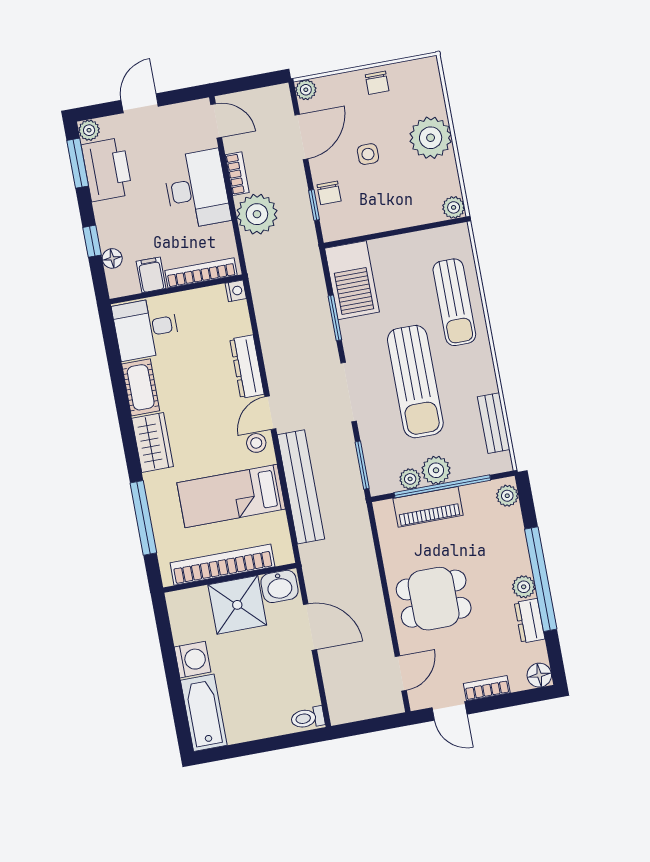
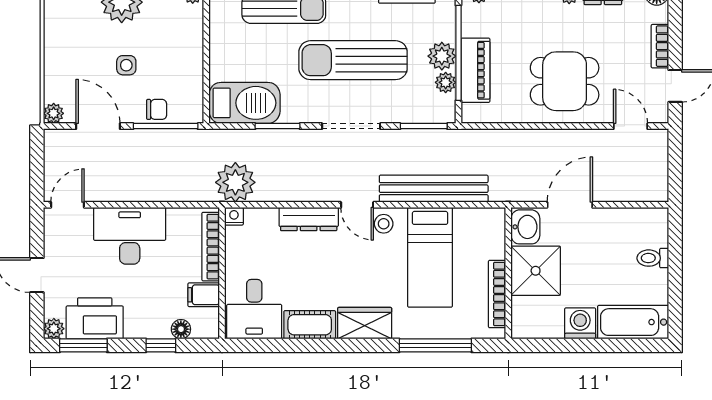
chair: (377, 83) -> (60, 44), removed
bookcase: (237, 174) -> (122, 194), removed
window: (314, 205) -> (166, 126), width x2.17
plant: (257, 214) -> (235, 182), moved
sun lounger: (415, 382) -> (353, 60), turned 180
bookcase: (222, 565) -> (497, 294), width x0.68, depth x0.76
dining table: (434, 599) -> (565, 81), turned 90
toilet: (308, 718) -> (653, 258), moved, turned 90

